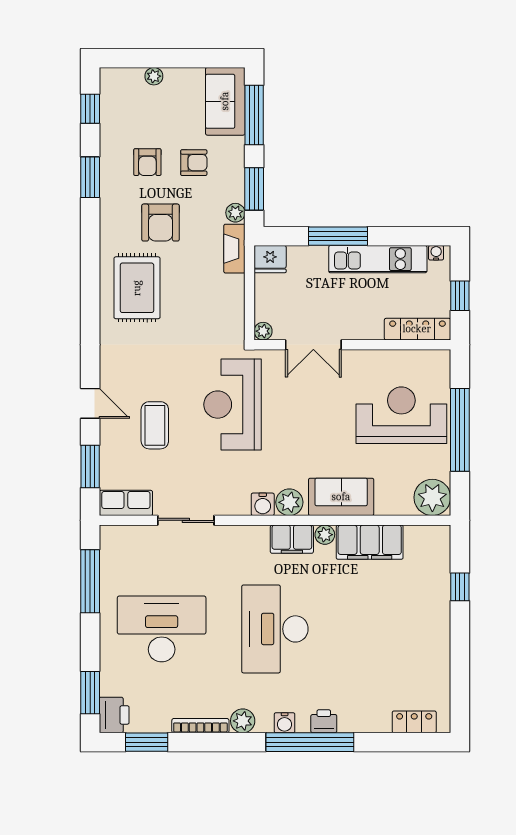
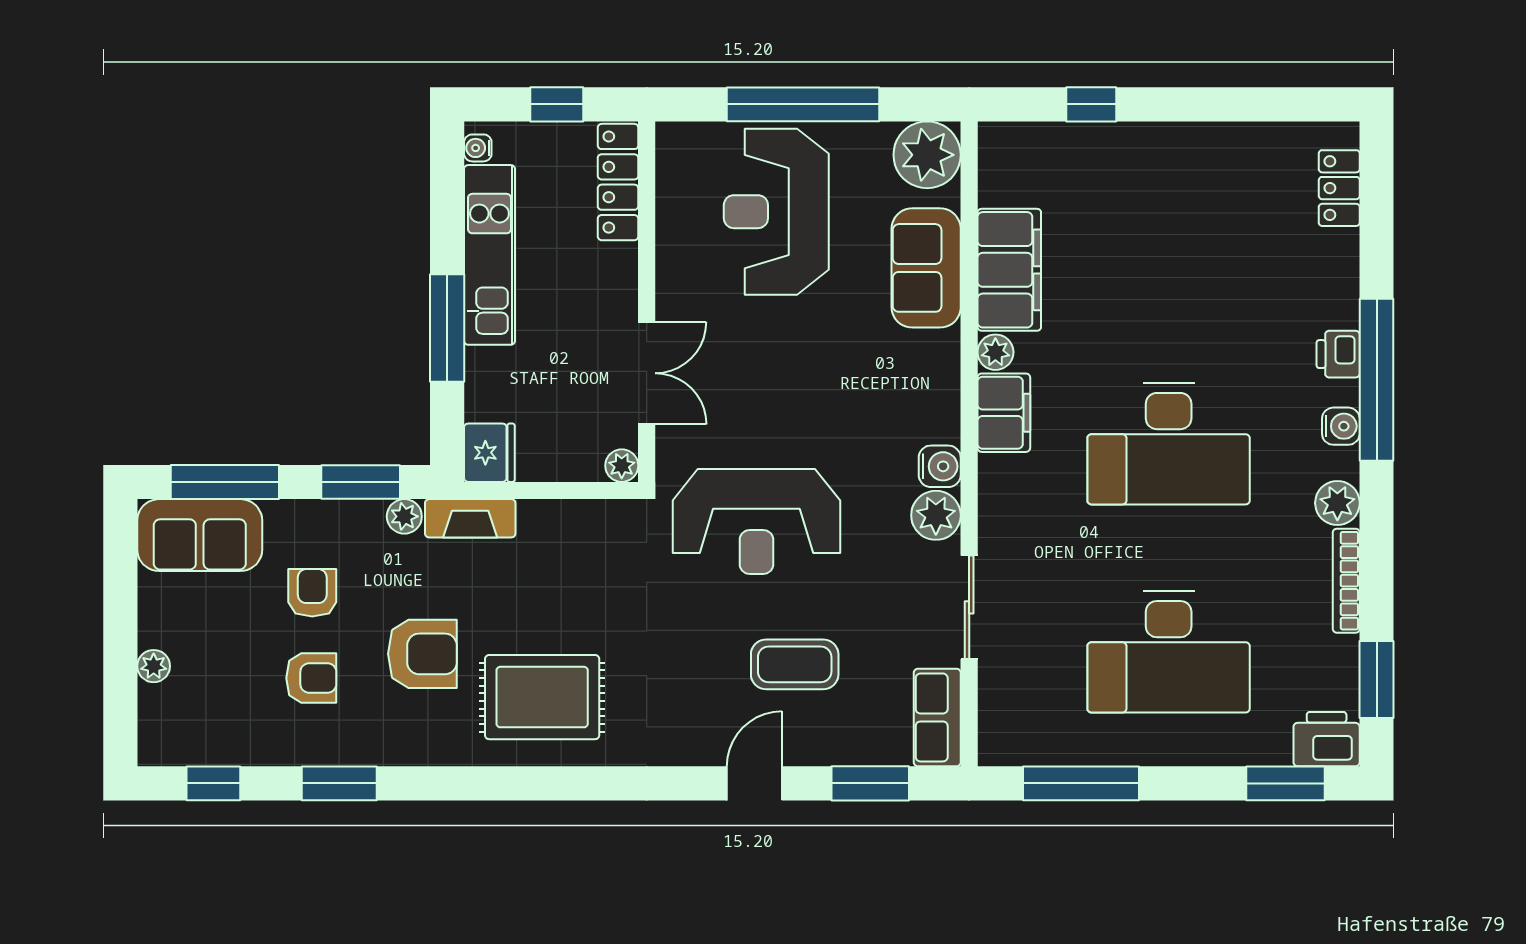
sofa: (341, 497) -> (926, 268), moved
plant: (289, 502) -> (936, 515), moved
desk: (162, 629) -> (1169, 652), turned -90

